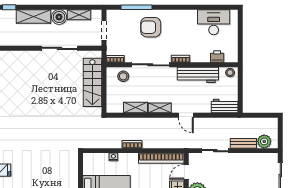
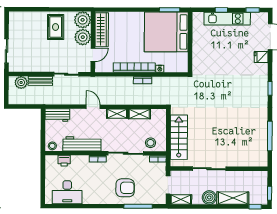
shelving: (79, 15) -> (181, 199), moved
bookcase: (161, 158) -> (134, 68), moved

